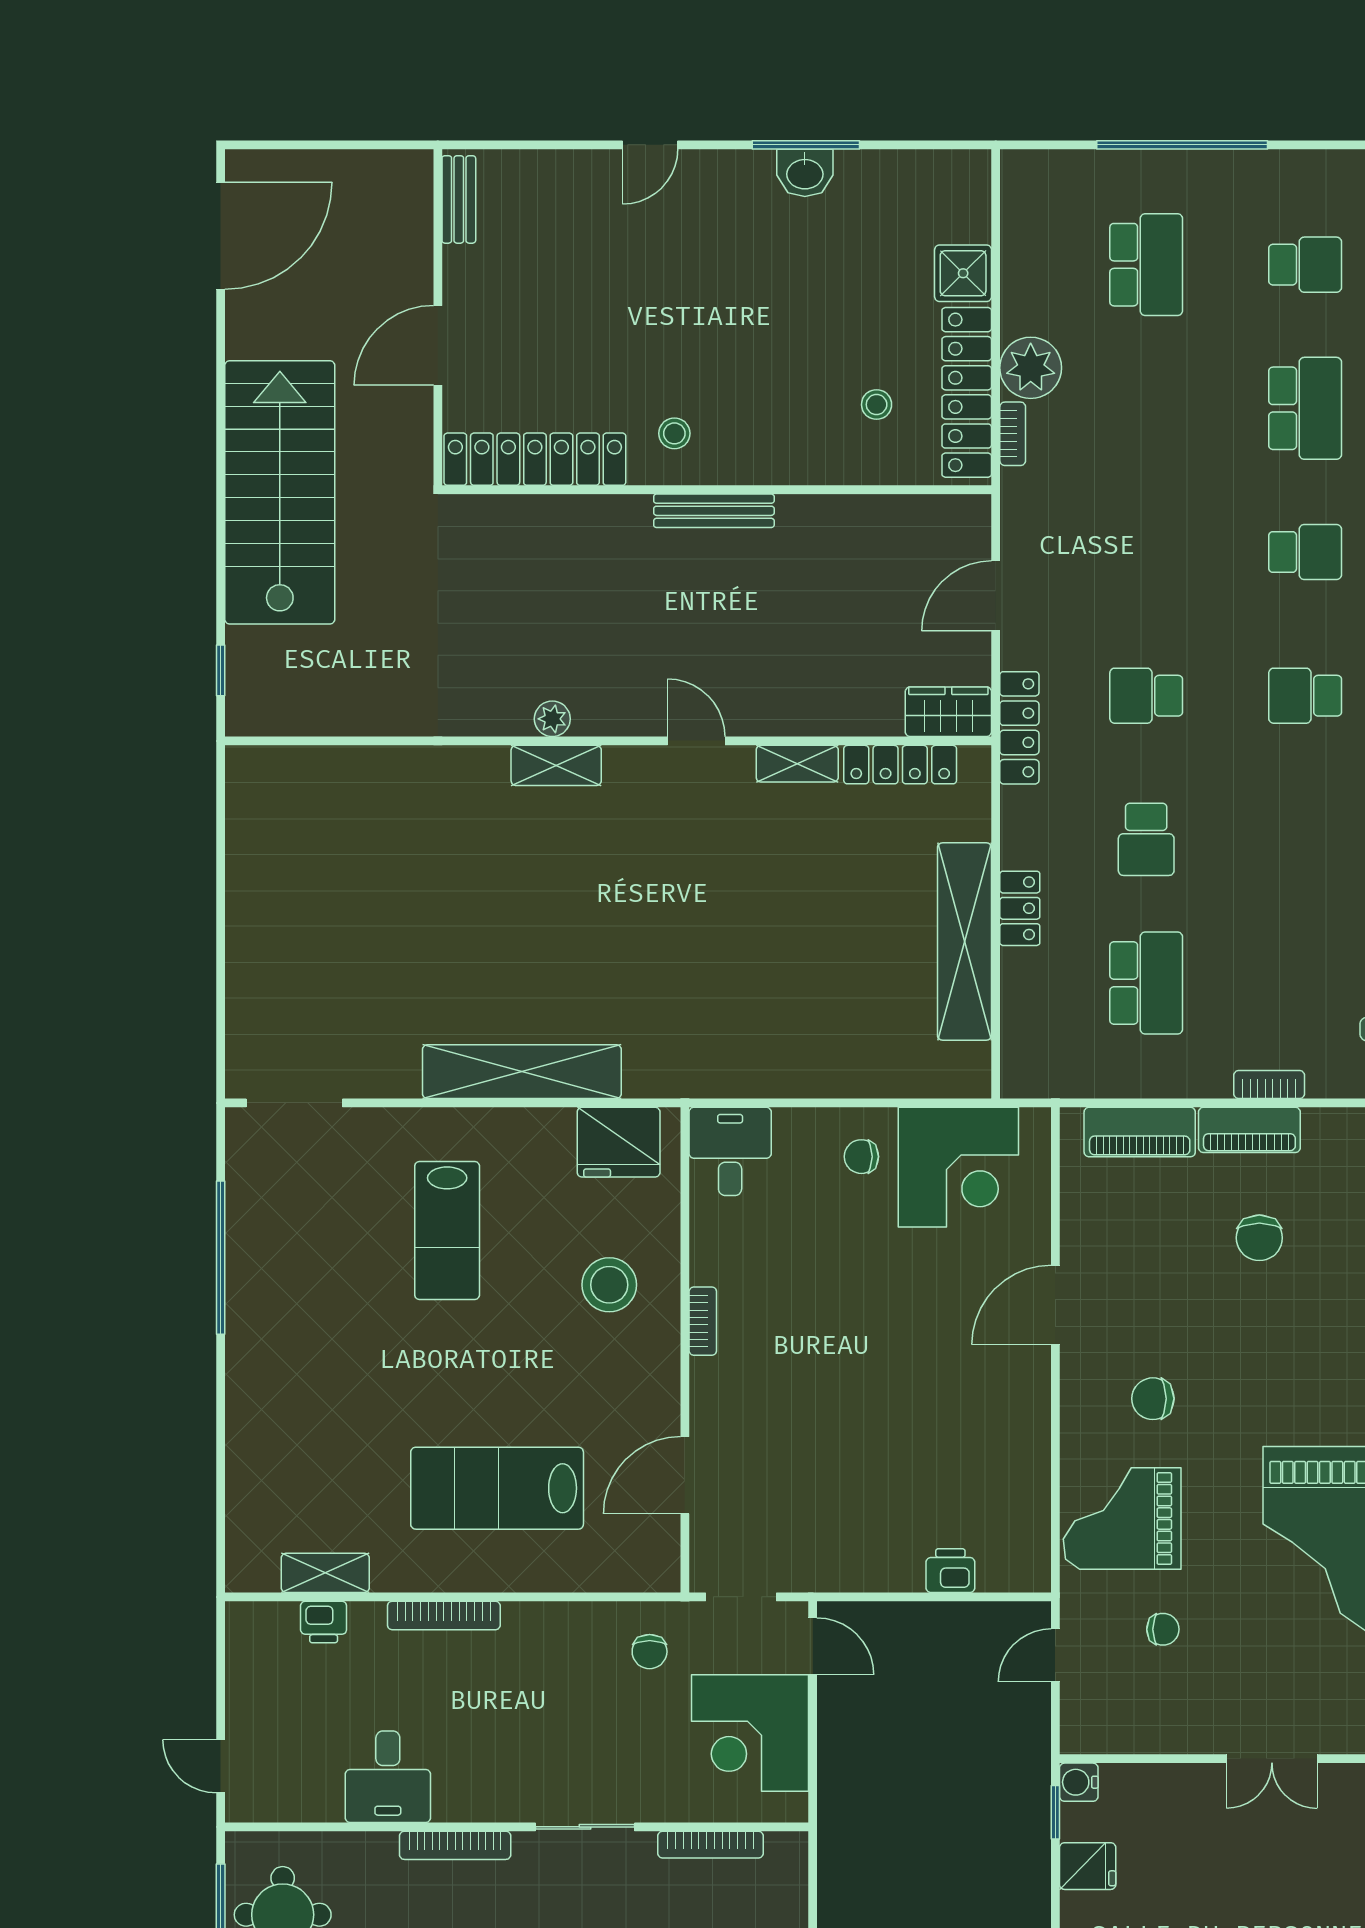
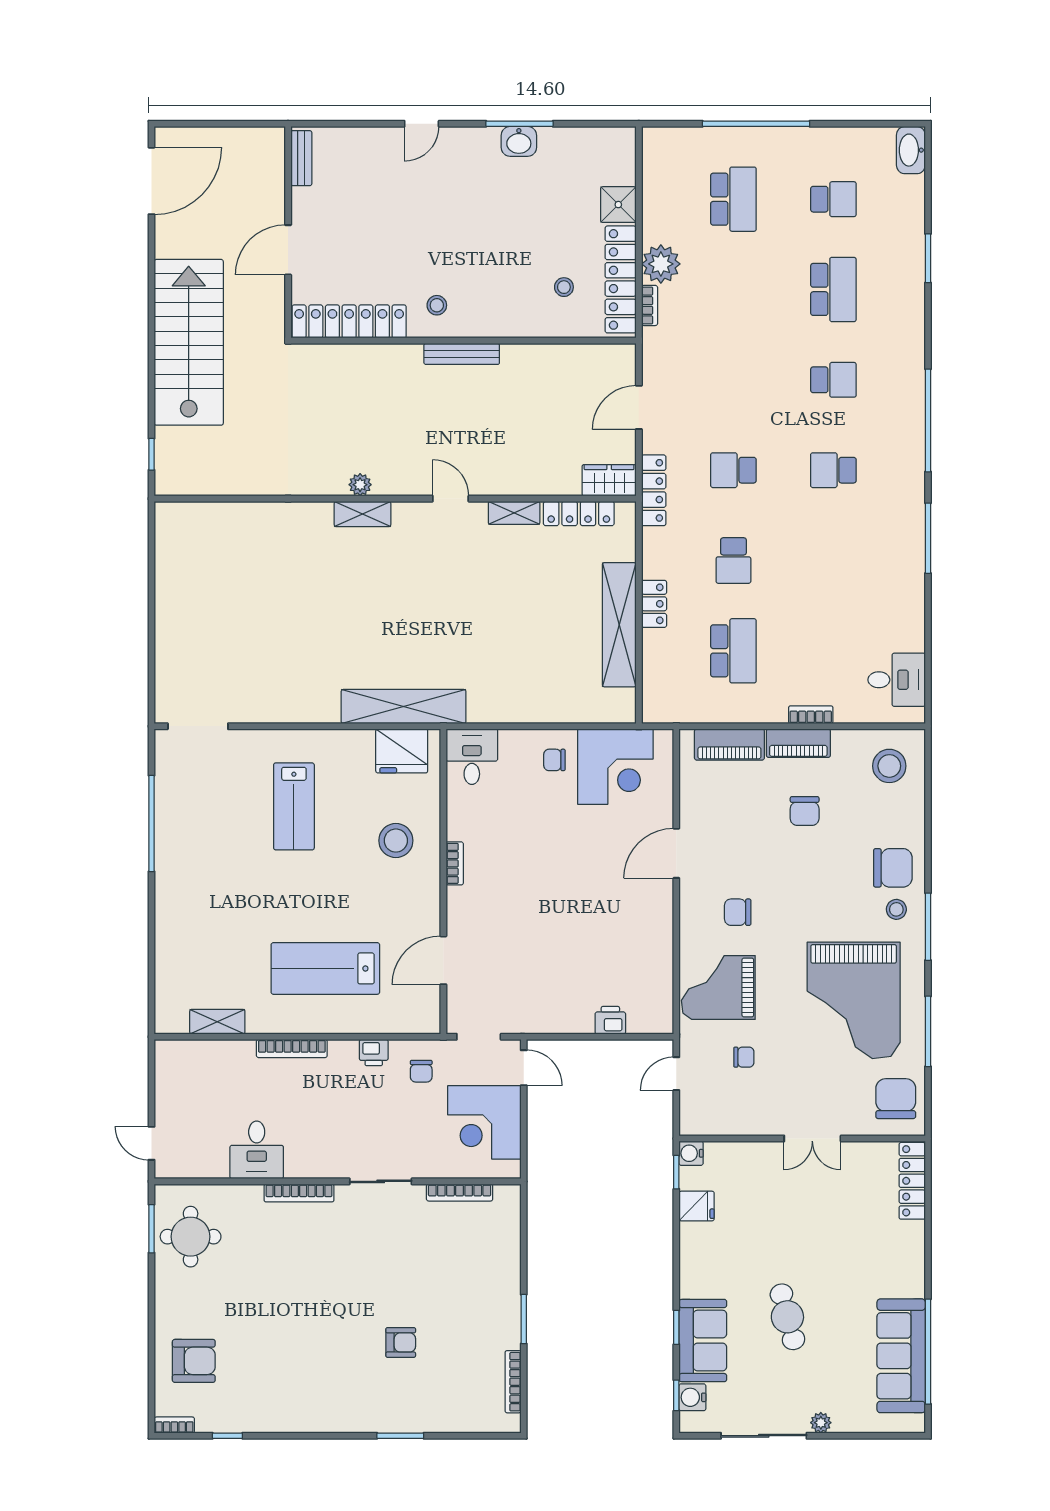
shelving: (522, 1072) -> (404, 707), moved
printer: (324, 1622) -> (374, 1053), moved

